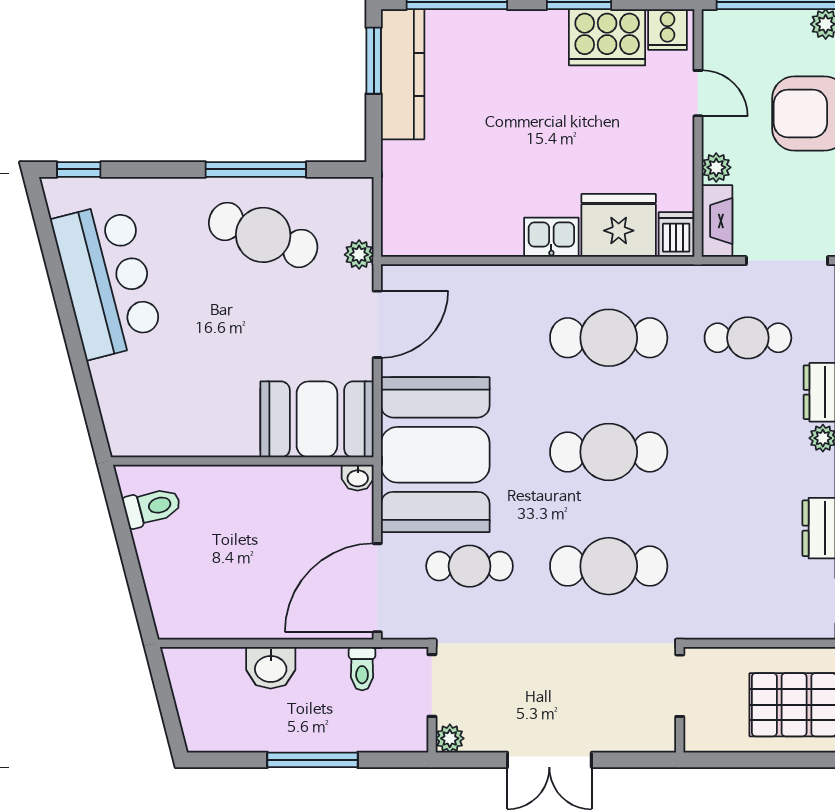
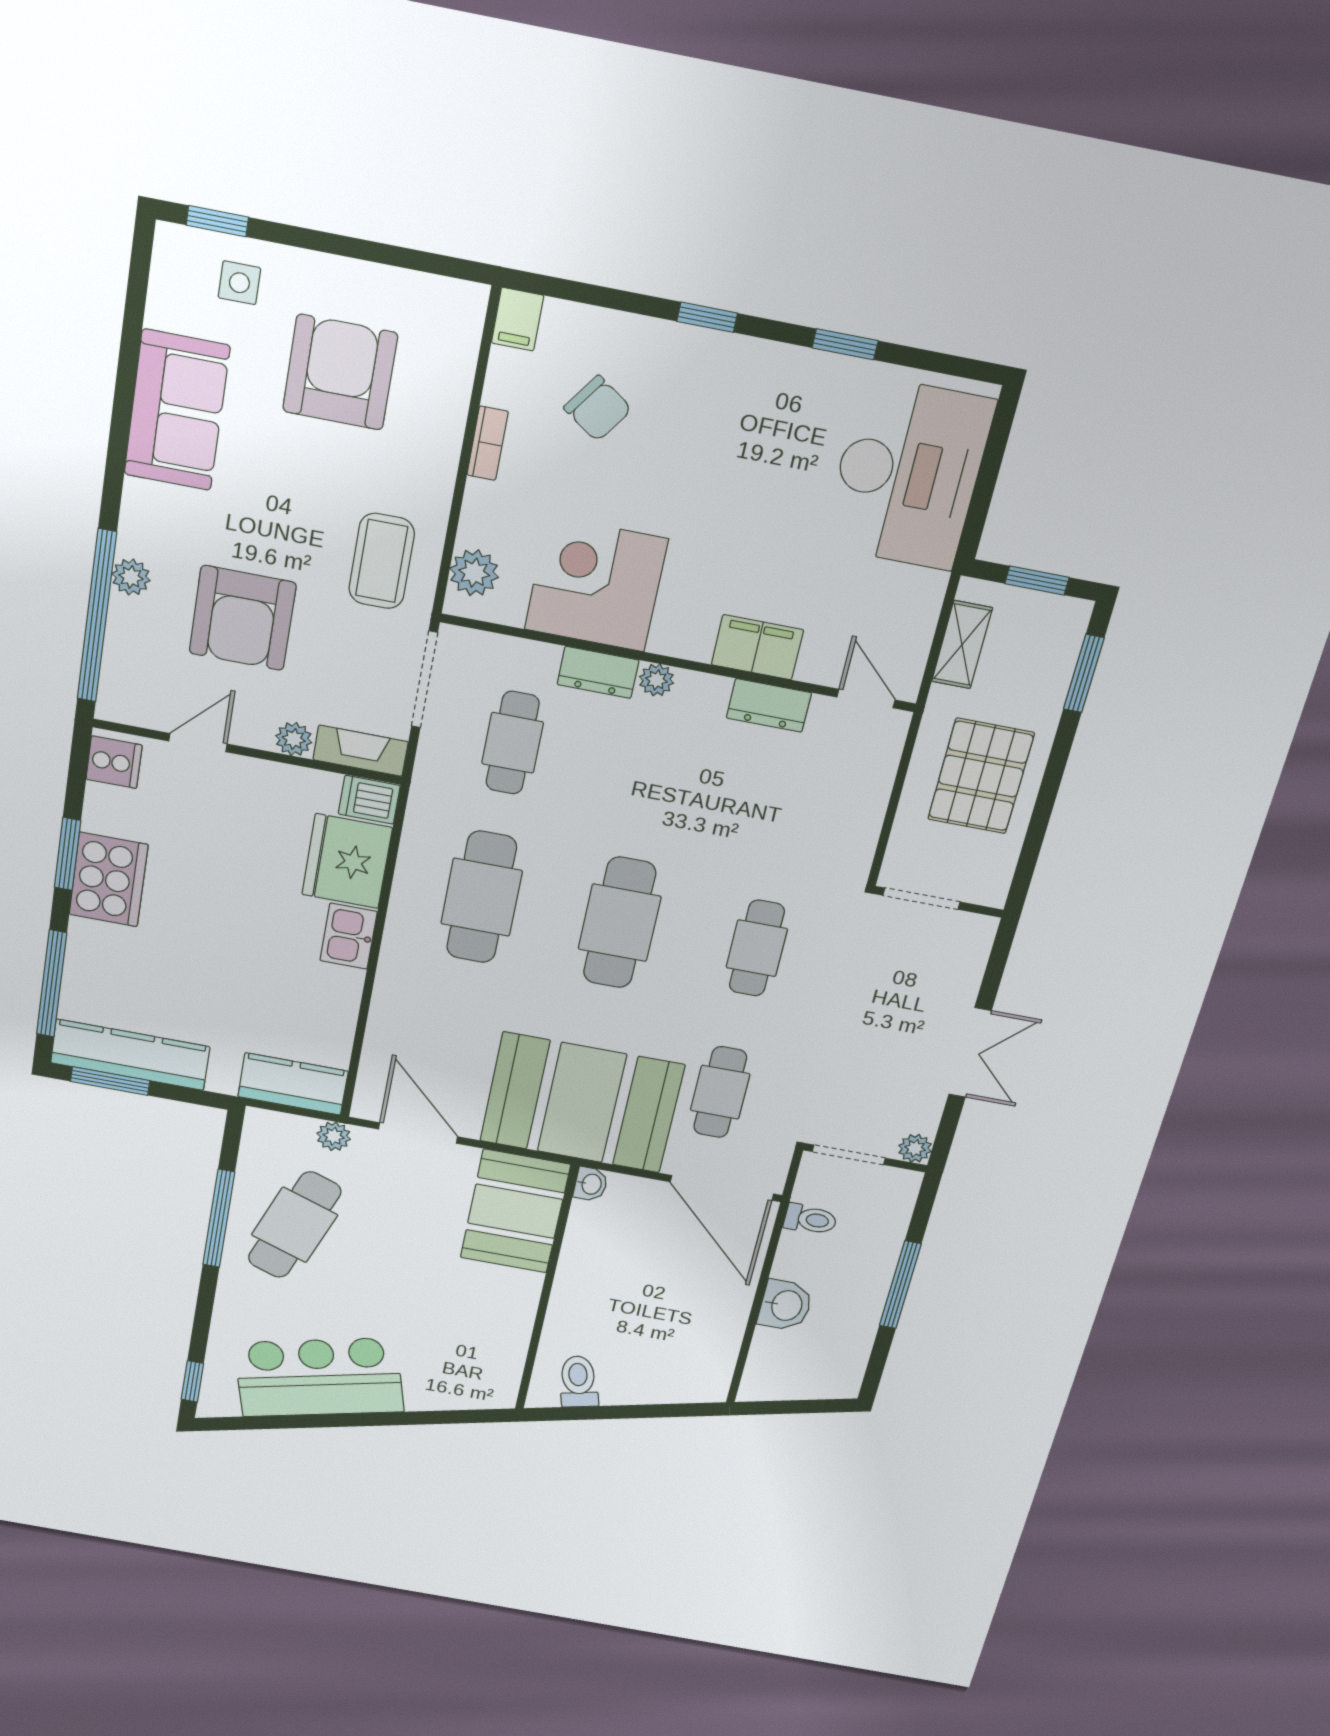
cooker: (607, 37) -> (109, 880), moved
kitchen counter: (403, 213) -> (293, 1084), added
cafe table: (609, 566) -> (757, 948), width x0.73, depth x0.74

